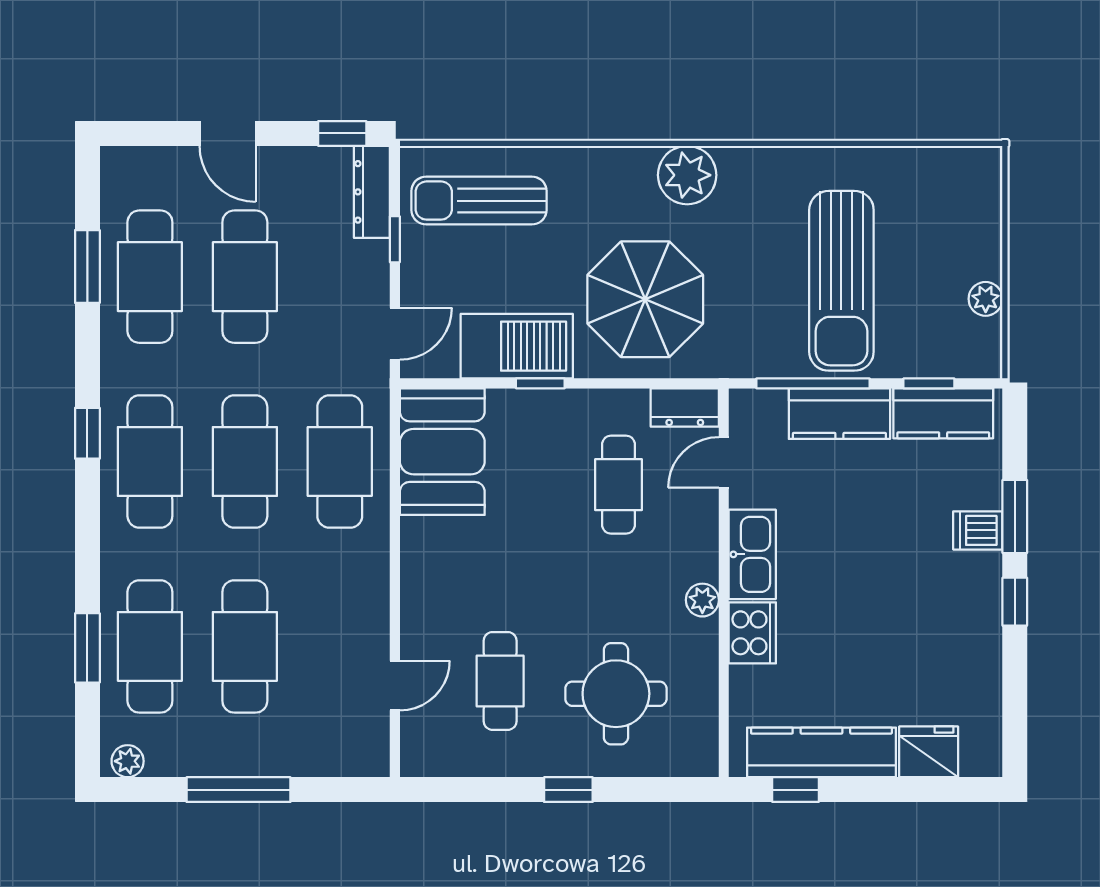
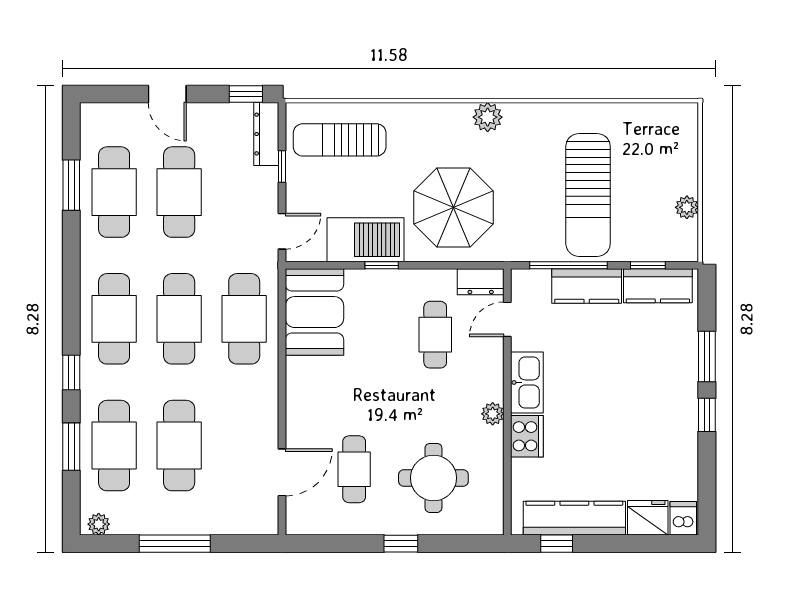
plant: (687, 175) -> (488, 117), width x0.73, depth x0.73
window: (87, 433) -> (71, 372), moved
dishwasher: (978, 530) -> (683, 518), moved, turned 90
door: (395, 686) -> (282, 472), width x1.37

